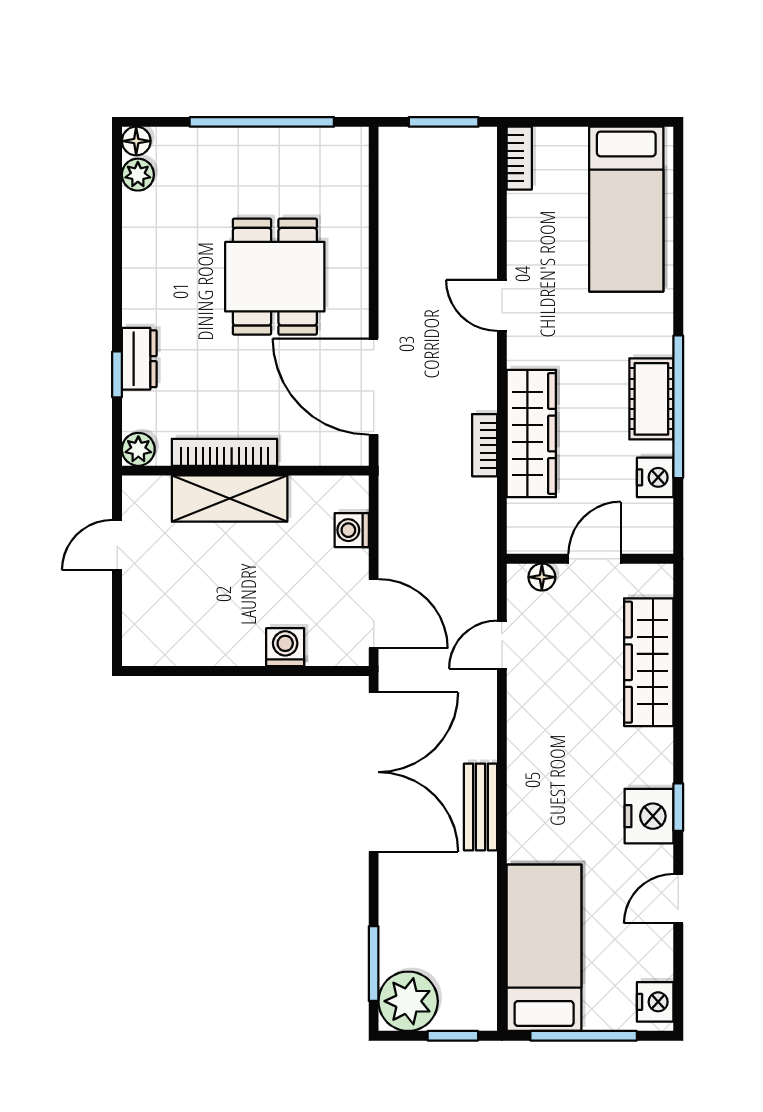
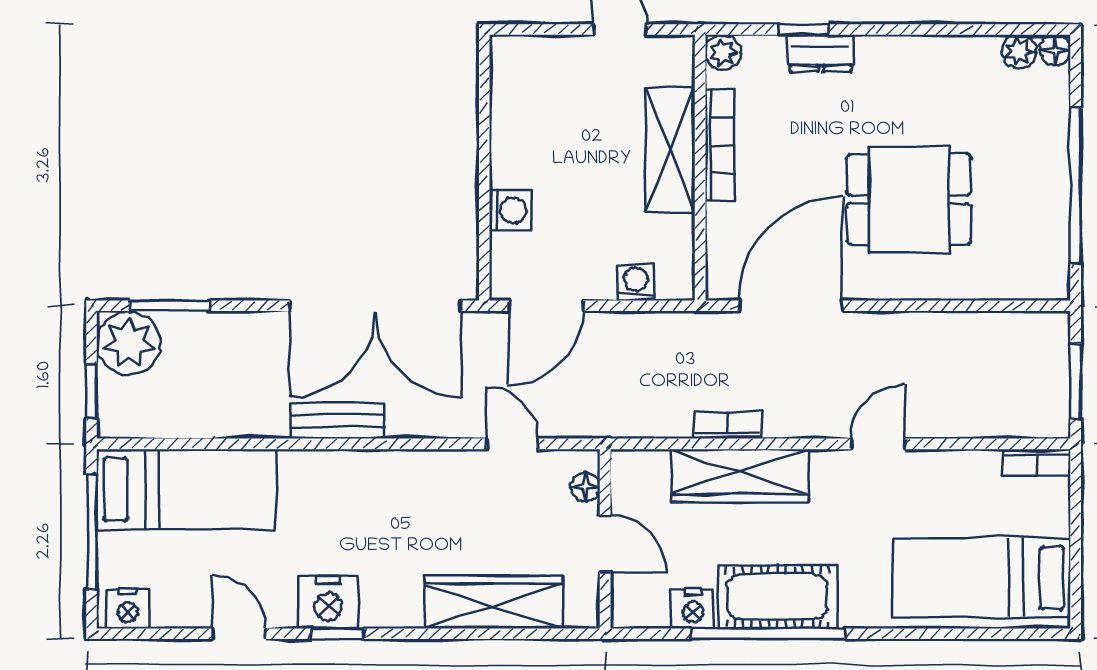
cot: (651, 399) -> (777, 597), width x1.37, depth x1.34

